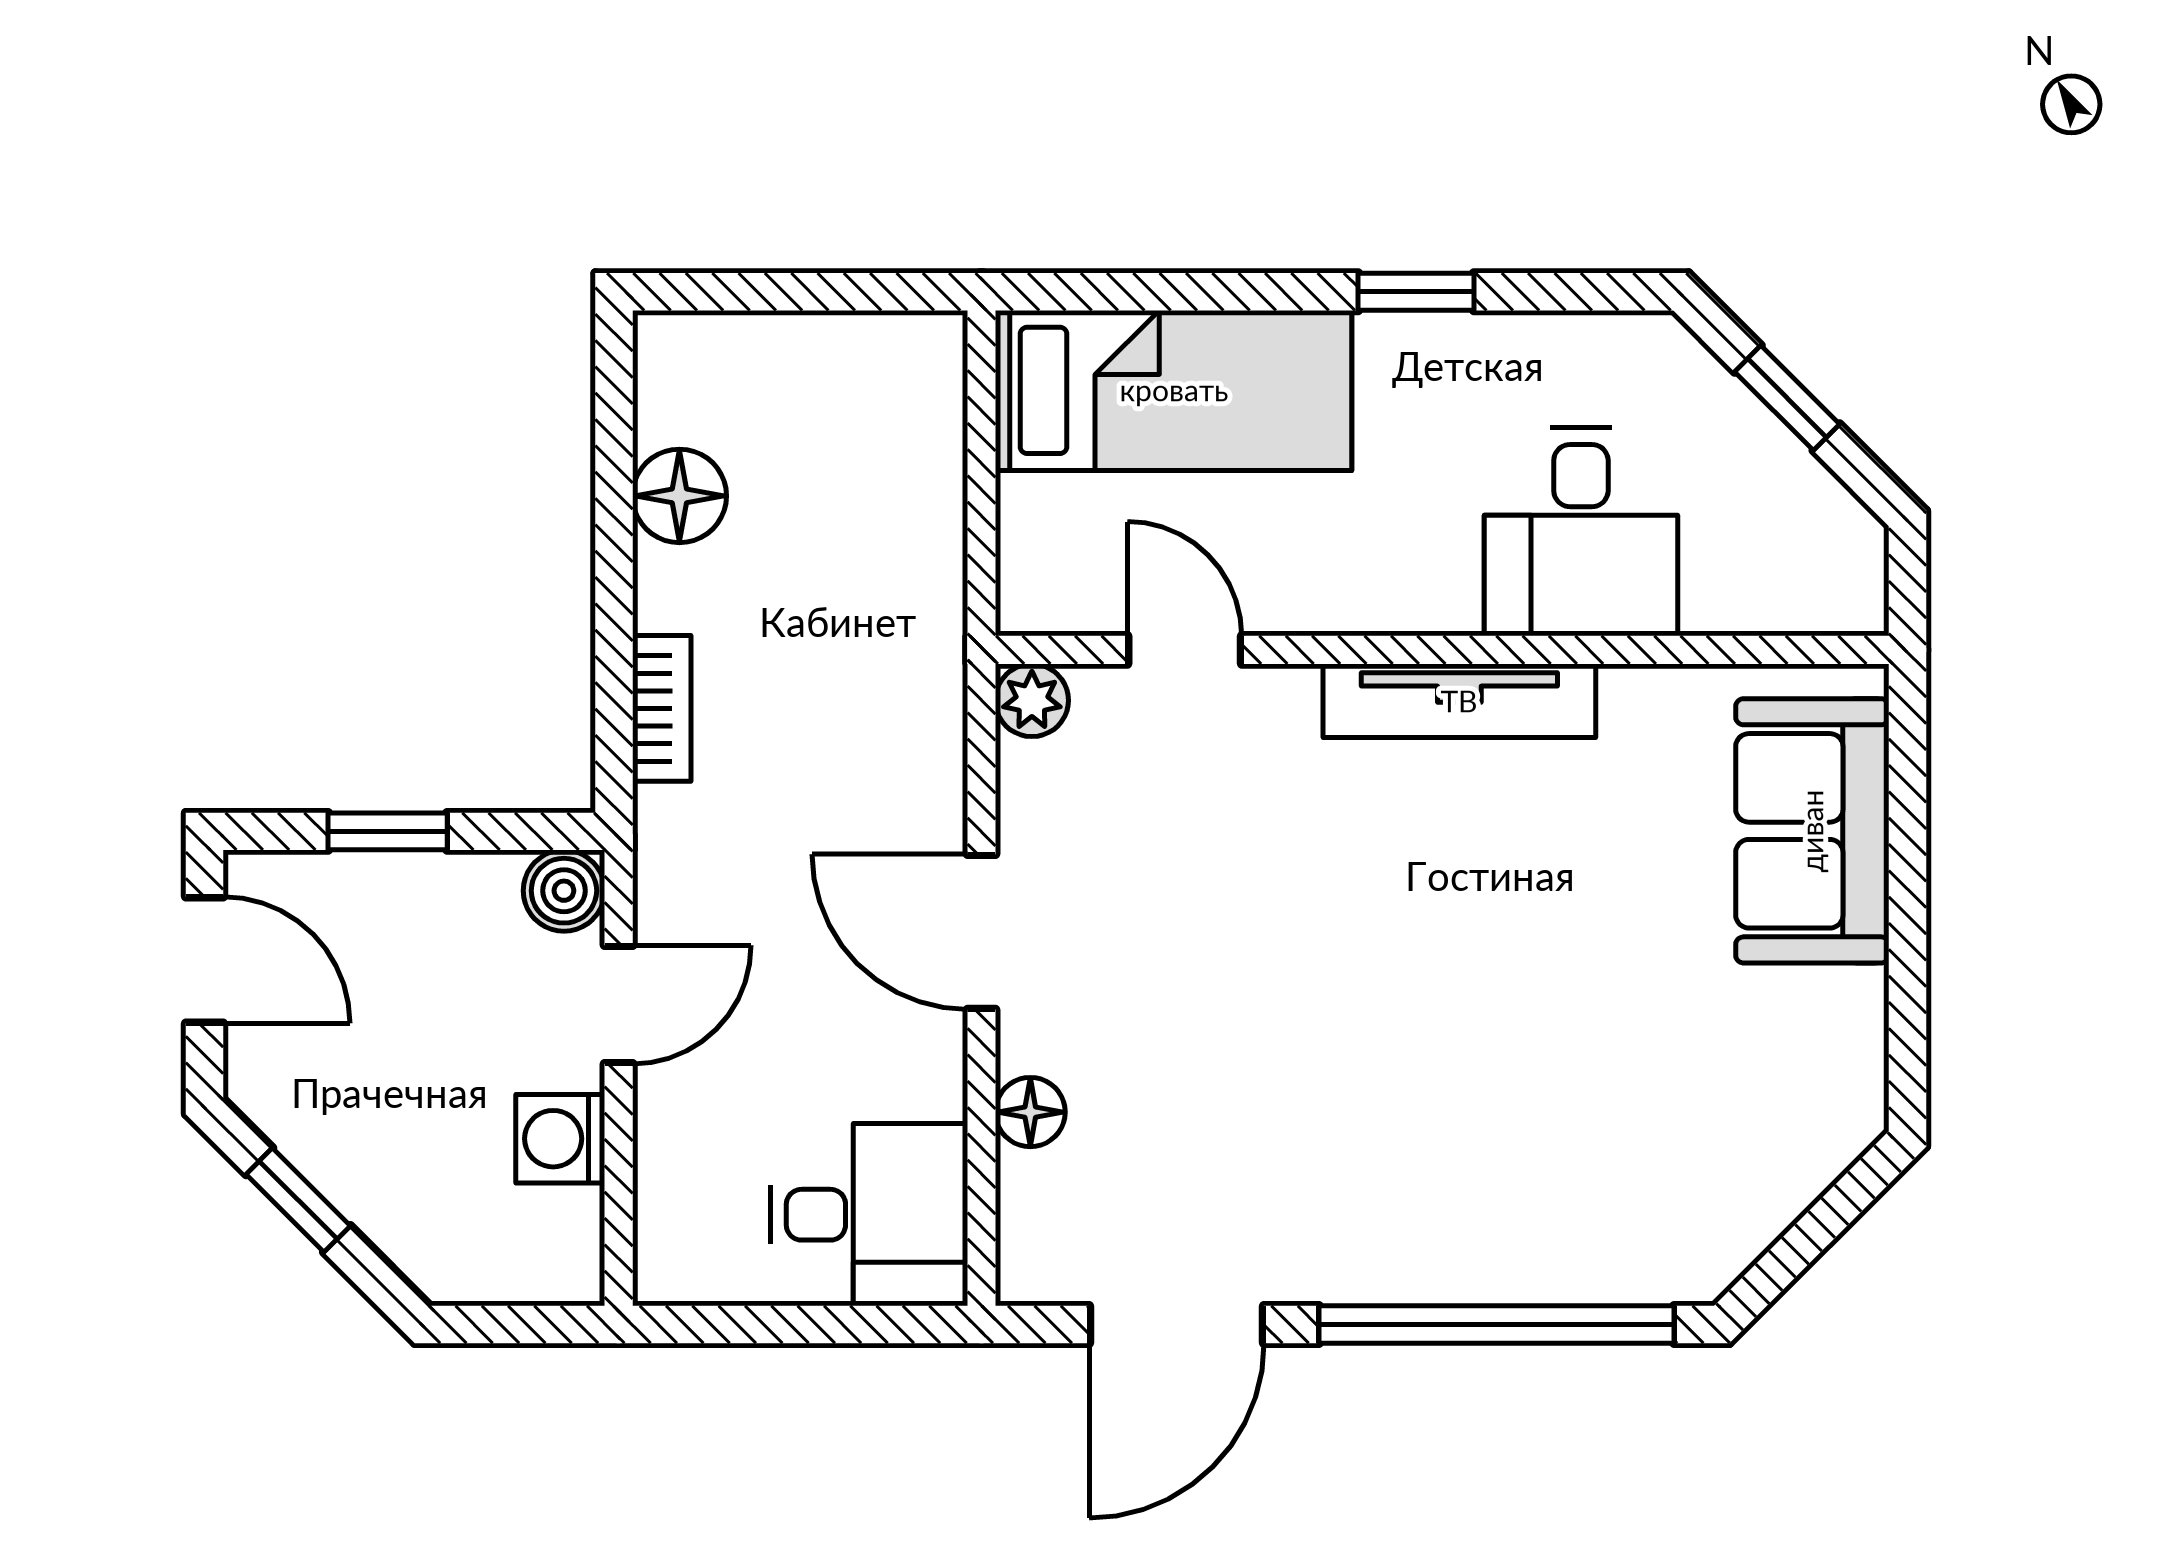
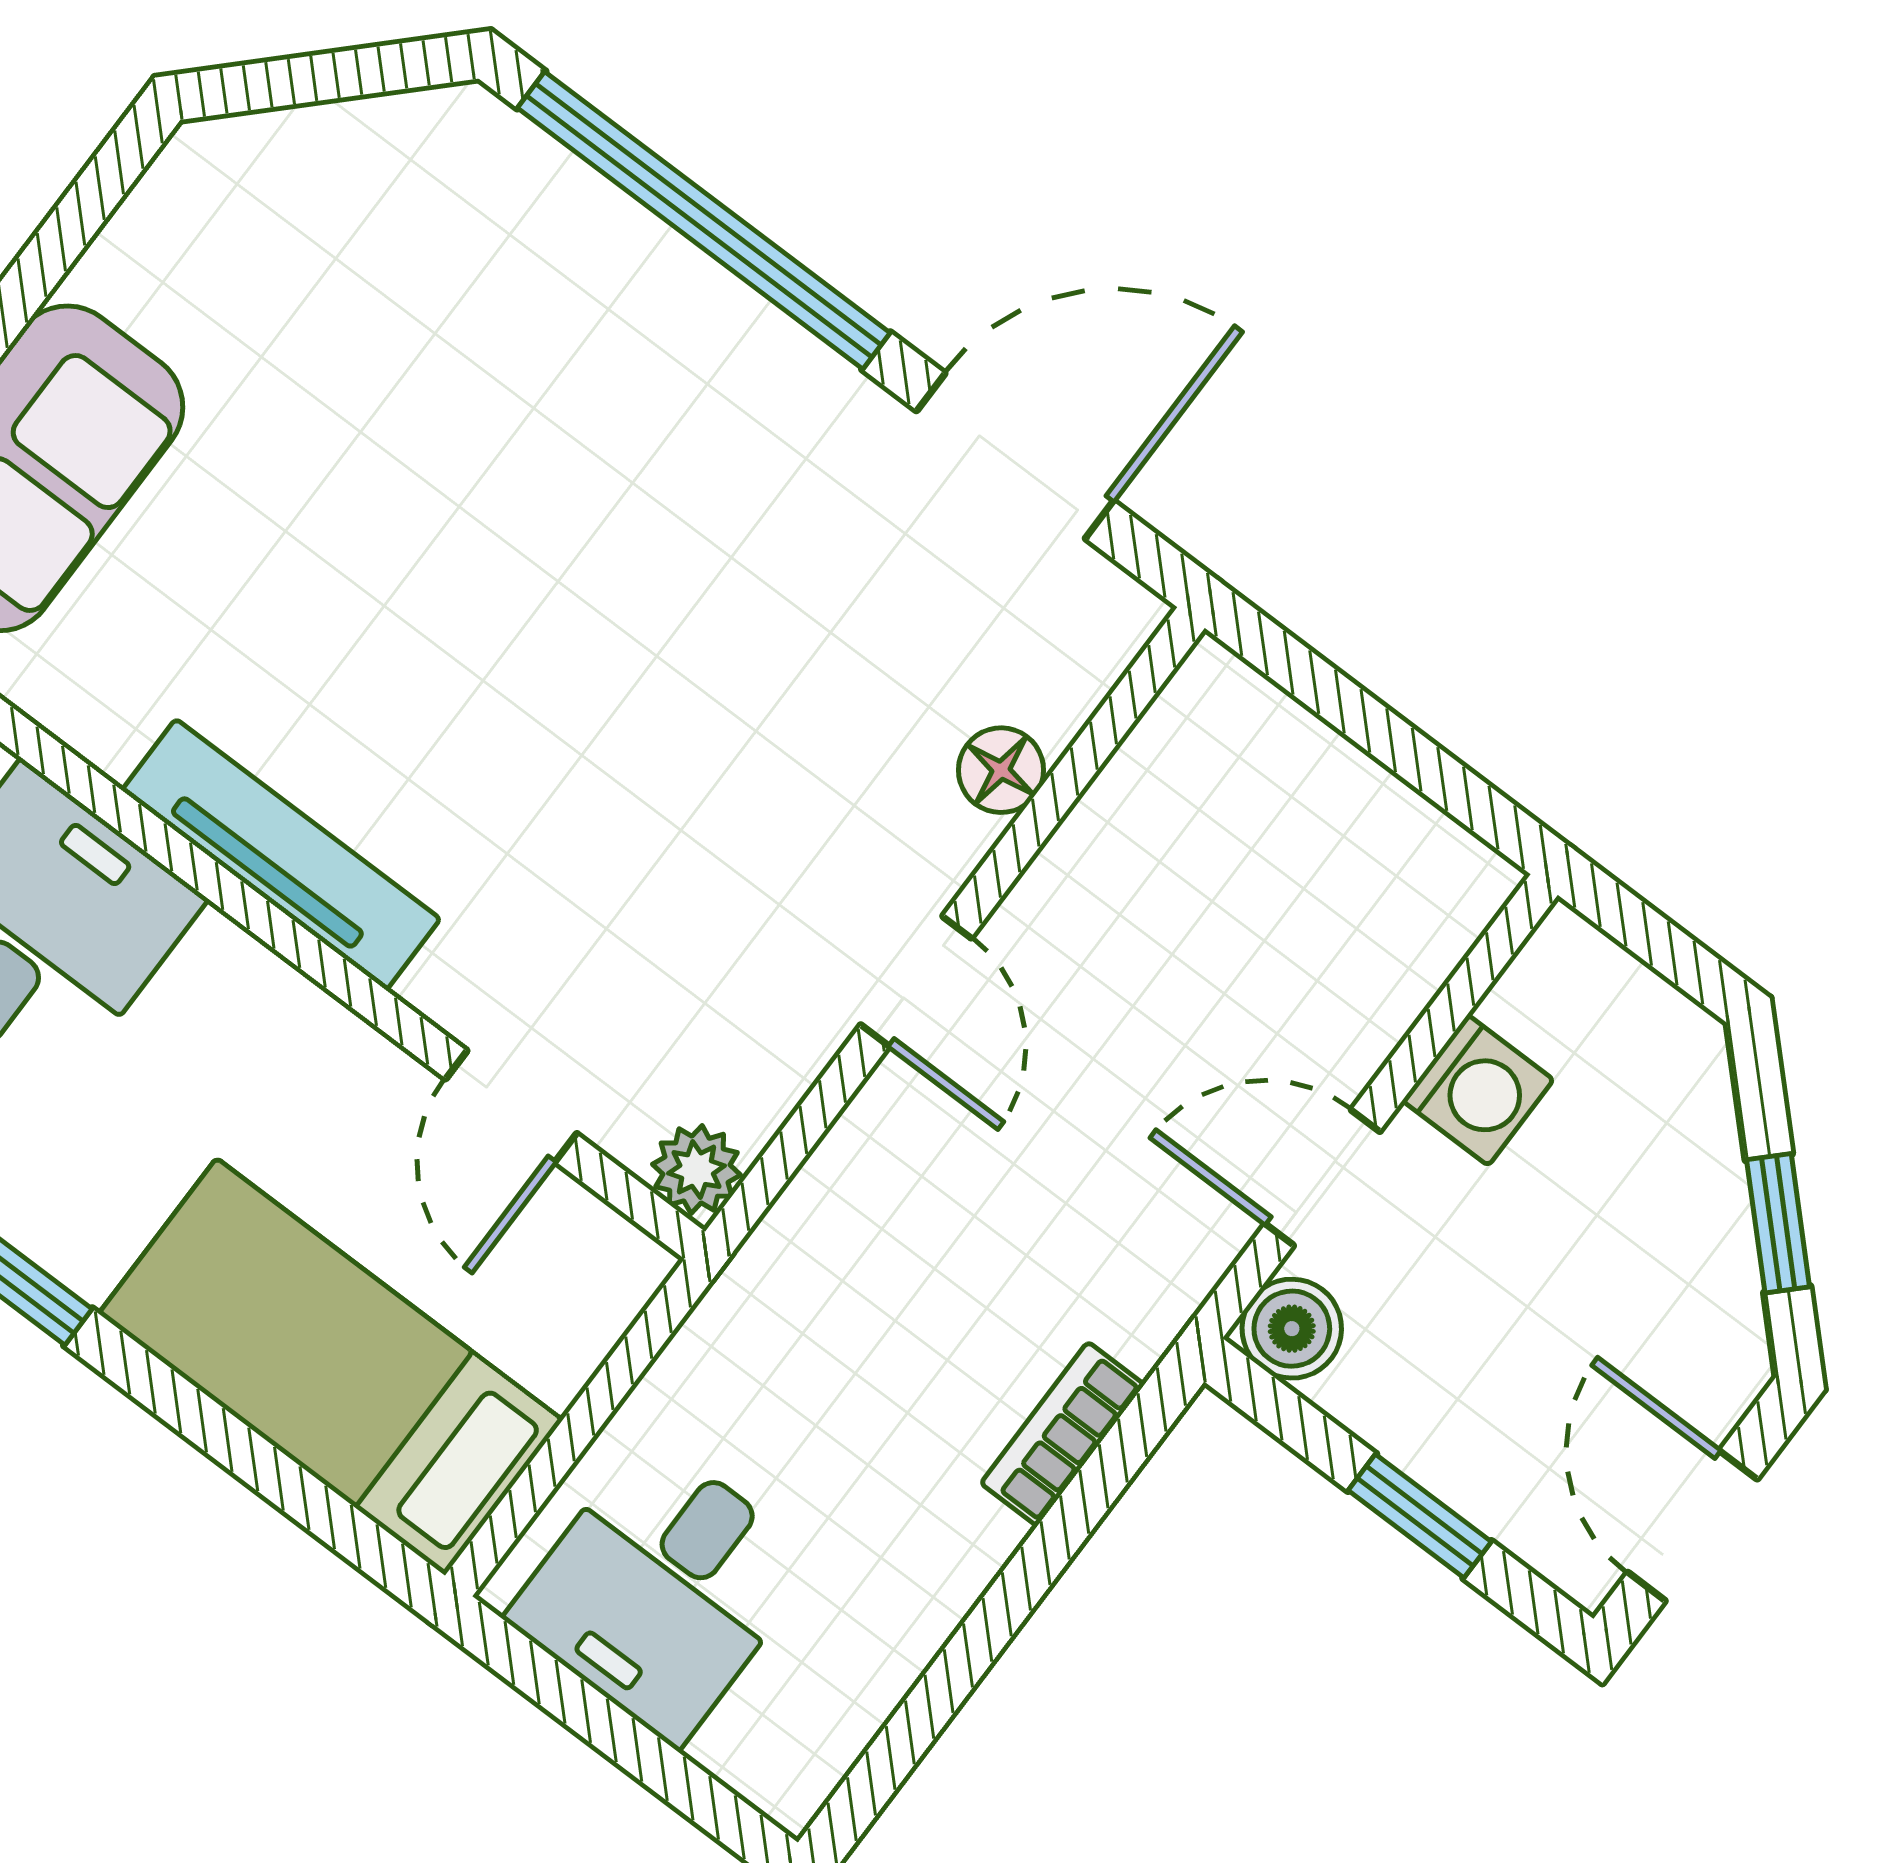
floor lamp: (679, 496) -> (889, 1628), removed
door: (982, 932) -> (916, 981), width x0.73
desk: (869, 1215) -> (662, 1590), moved, turned -90

